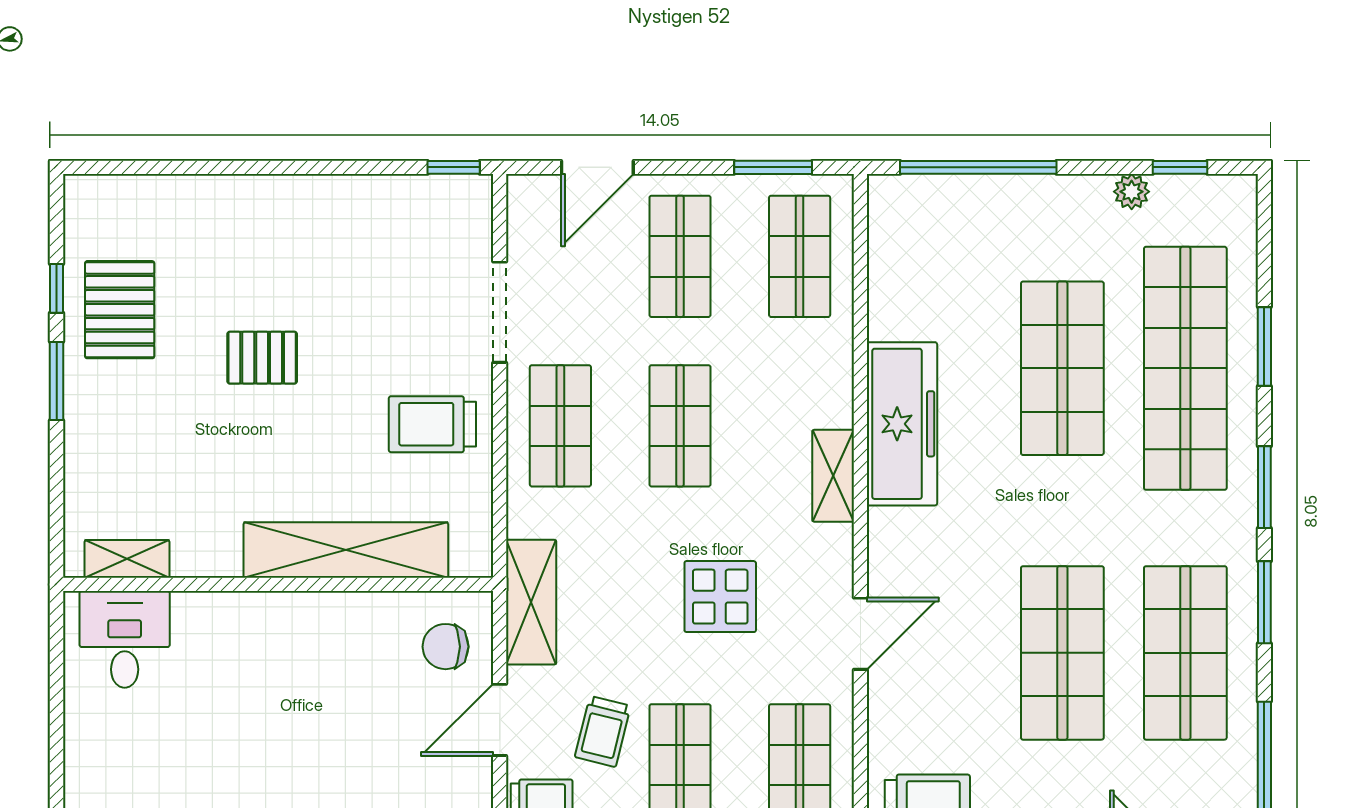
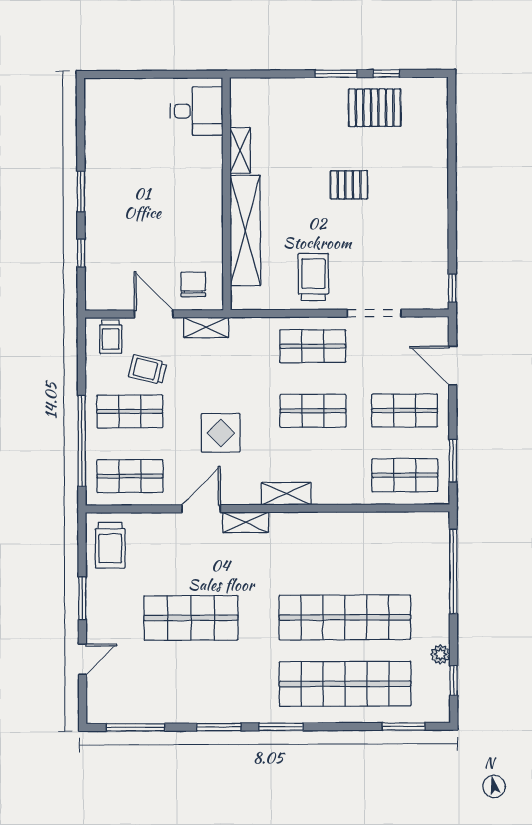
window: (1264, 346) -> (403, 726), moved
pallet: (262, 358) -> (349, 185), turned 90
shop shelf: (1062, 368) -> (345, 617), width x1.40
freezer: (902, 424) -> (314, 531), removed
shelving: (886, 551) -> (246, 522), added
shelving: (127, 559) -> (240, 150), moved
shelving: (531, 602) -> (206, 327), width x0.67, depth x0.75
door: (860, 634) -> (201, 509), swing flipped
shop shelf: (1185, 653) -> (191, 684), removed

